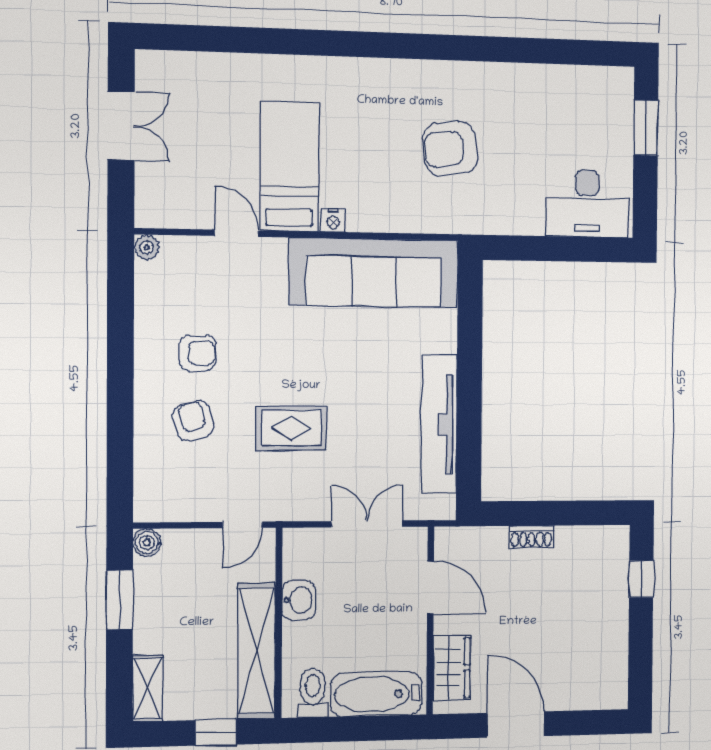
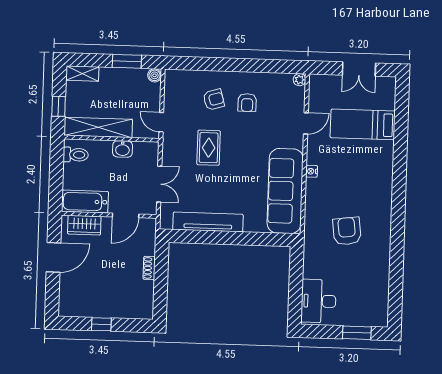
bed: (290, 166) -> (363, 124), moved, turned 180
window: (641, 579) -> (101, 324), moved
bathtub: (376, 694) -> (85, 202), moved, turned -90

